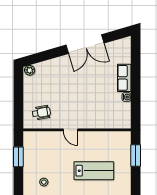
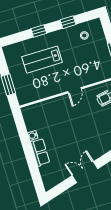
double door: (85, 44) -> (85, 172), width x0.73
door: (71, 130) -> (75, 90), swing flipped

